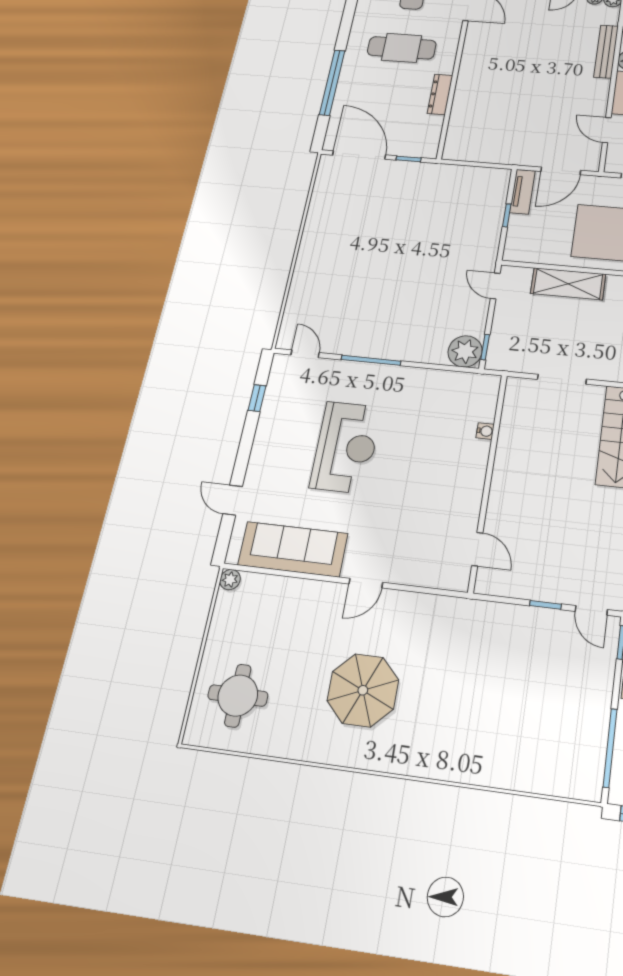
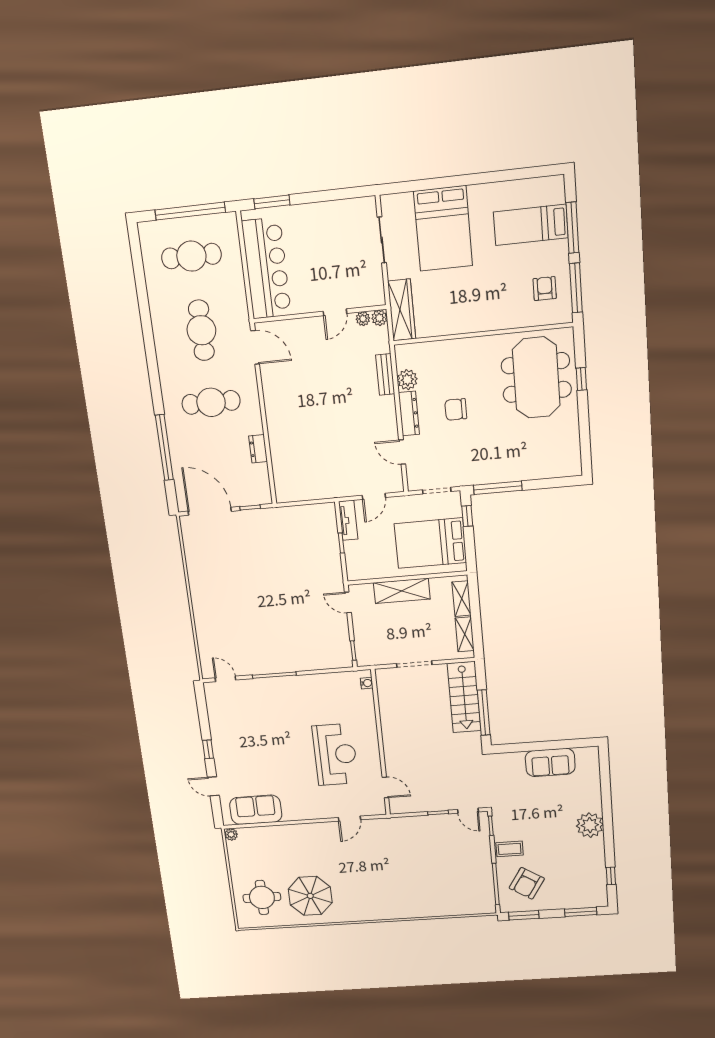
bench: (606, 52) -> (385, 374), width x0.73
dresser: (440, 94) -> (258, 449), width x0.70
door: (561, 171) -> (374, 496), width x0.73
plant: (465, 351) -> (340, 656), removed
window: (257, 398) -> (208, 749), moved
water cooler: (485, 431) -> (367, 683), moved
reception desk: (346, 447) -> (335, 754), moved
sofa: (293, 549) -> (256, 810), width x0.73
door: (366, 583) -> (349, 819), moved
parasol: (363, 690) -> (310, 896), moved

